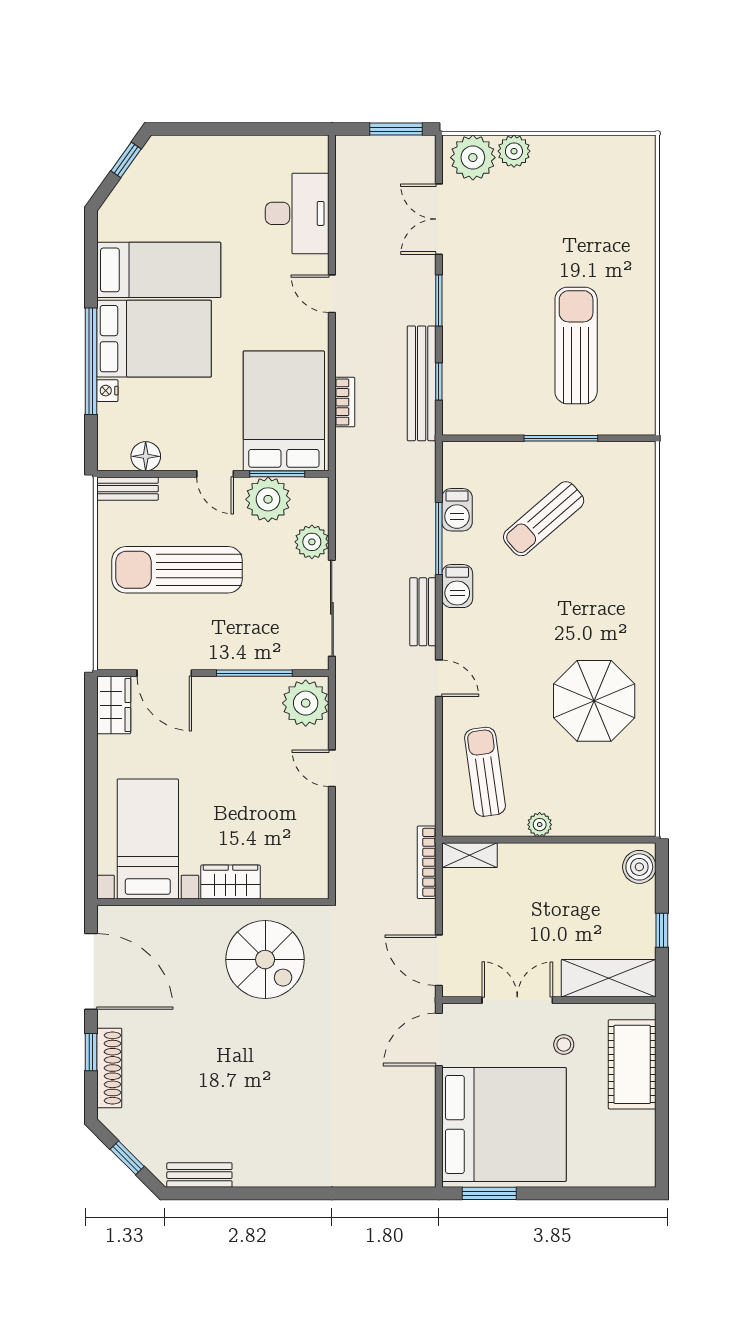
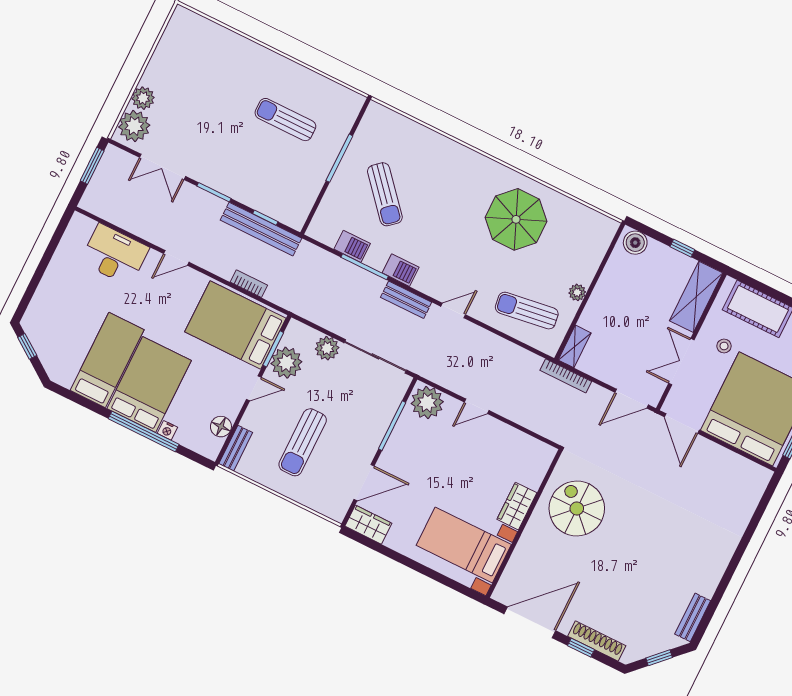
sun lounger: (576, 345) -> (285, 120), width x0.73, depth x0.75
sun lounger: (177, 570) -> (303, 442), width x0.73, depth x0.75
spiral stairs: (265, 960) -> (577, 508), turned -90

